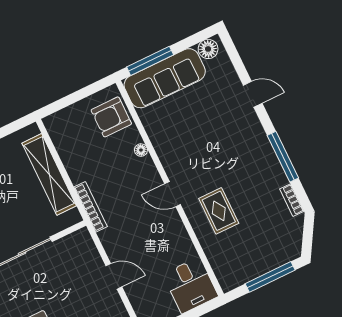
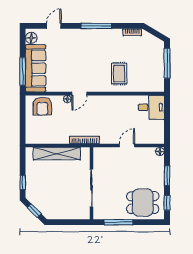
door: (253, 94) -> (54, 26), moved
window: (283, 157) -> (96, 26), moved
door: (173, 194) -> (79, 94), moved
rug: (219, 211) -> (119, 74), turned 90

